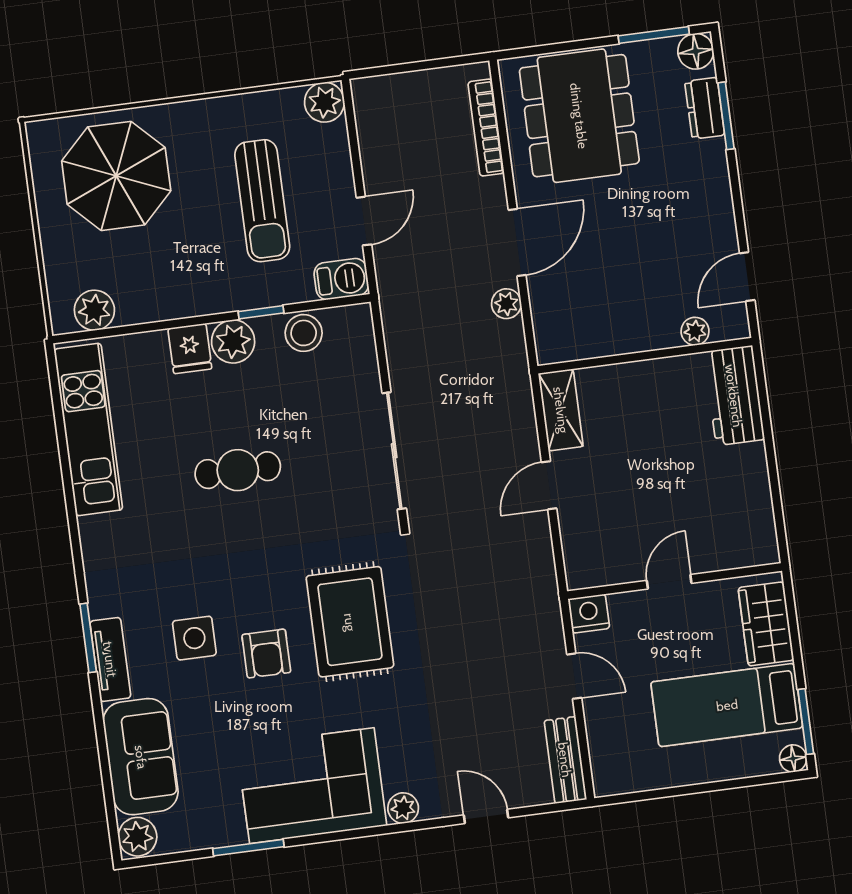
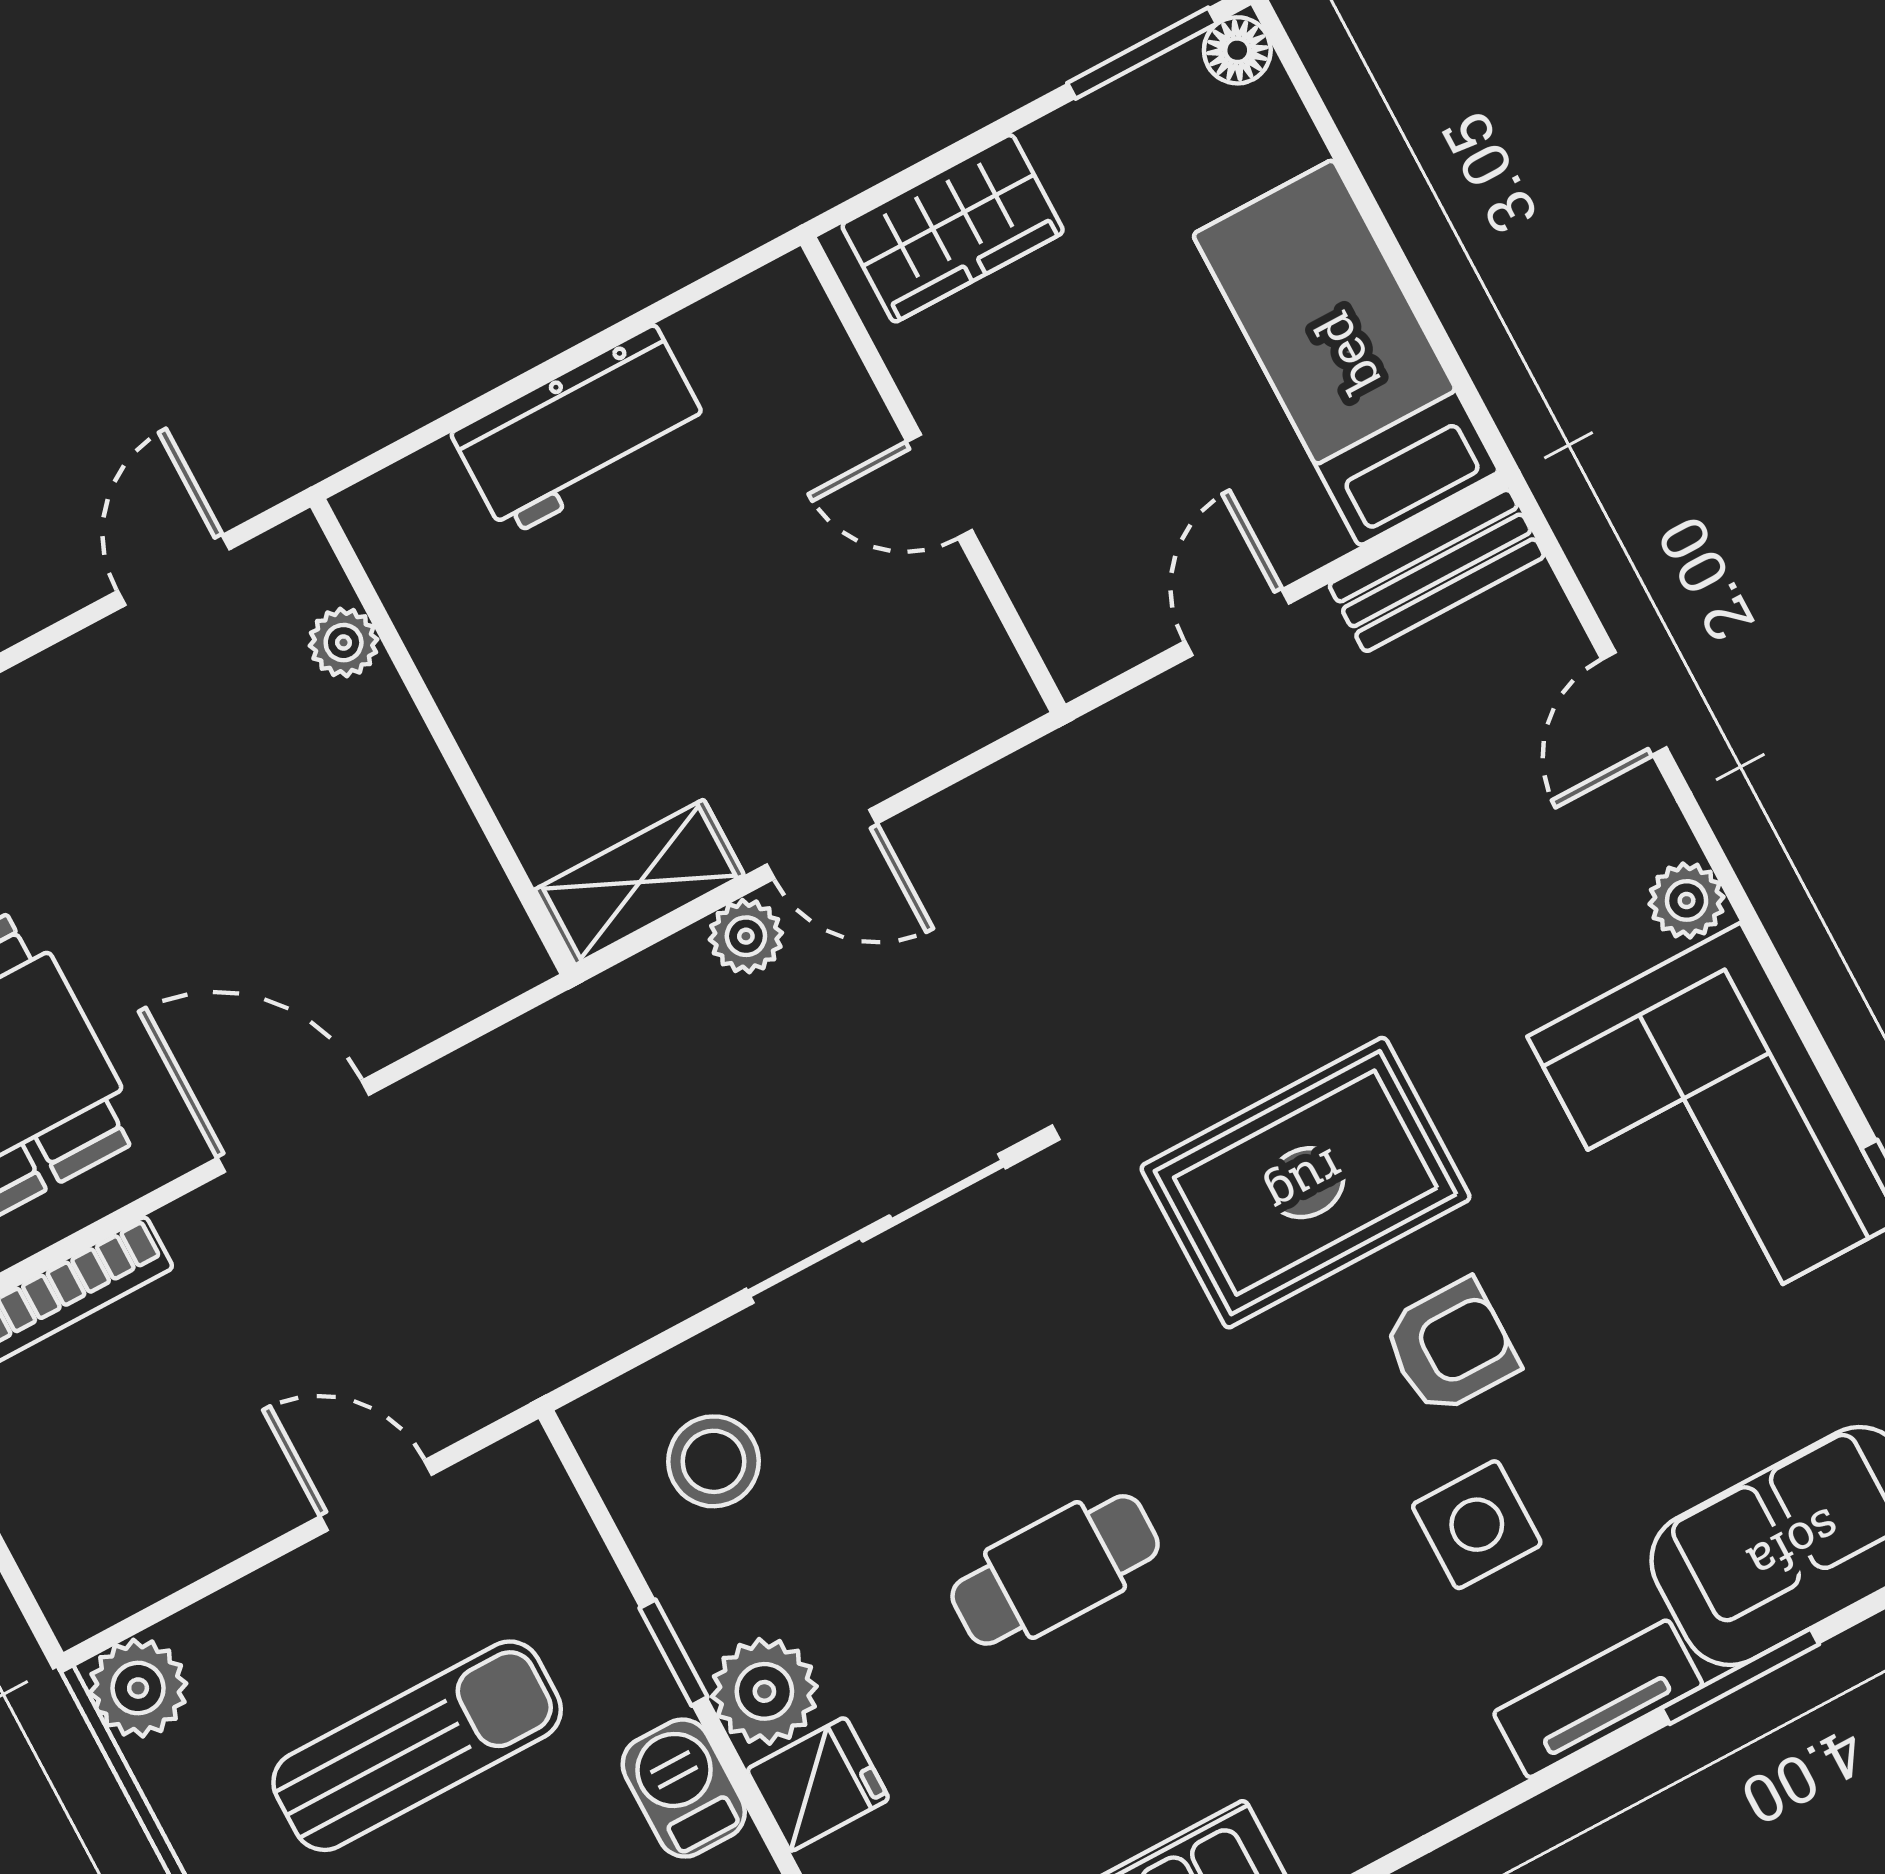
door: (747, 277) -> (174, 570), swing flipped
barbecue: (341, 279) -> (684, 1788), moved
plant: (506, 304) -> (746, 936), moved
stool: (304, 333) -> (713, 1461), moved
workbench: (734, 396) -> (581, 431), moved
cafe table: (238, 470) -> (1055, 1570), turned 90
nightstand: (589, 614) -> (1081, 643), removed
window: (88, 638) -> (1740, 1676), moved
bed: (727, 705) -> (1346, 353), moved, turned 180

